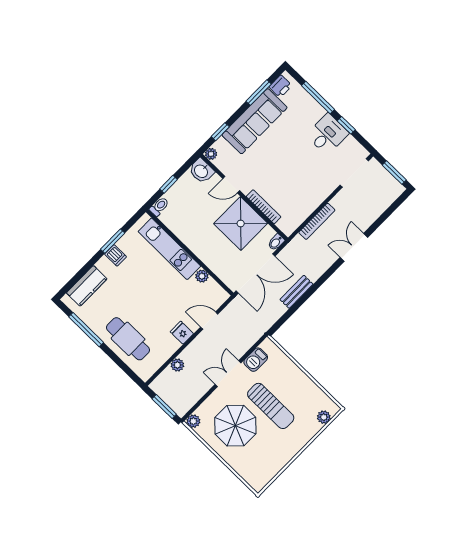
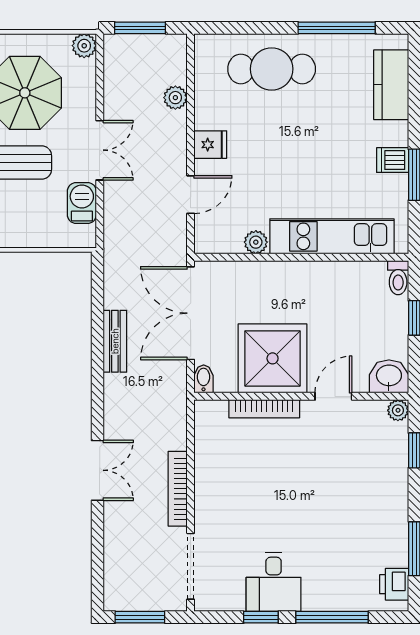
sofa: (255, 121) -> (383, 507), removed
bookcase: (317, 221) -> (178, 489), moved

